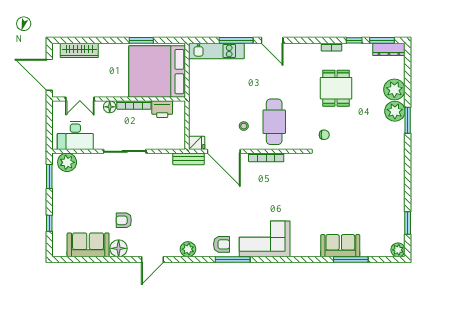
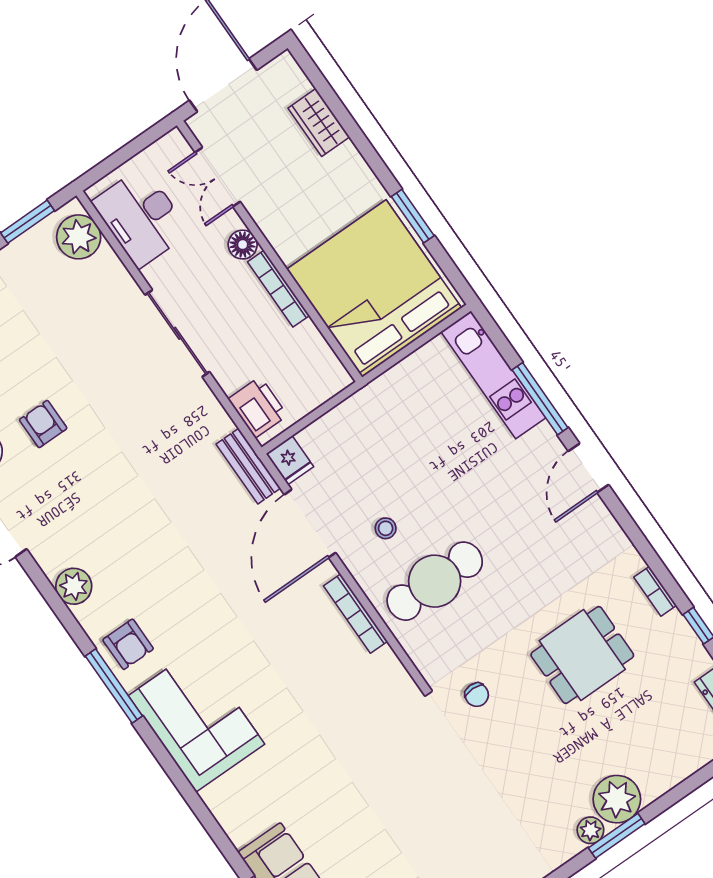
wardrobe: (79, 50) -> (319, 123), width x0.67
plant: (394, 89) -> (590, 830), moved, width x0.53, depth x0.53
printer: (162, 109) -> (258, 407), moved, turned 180

